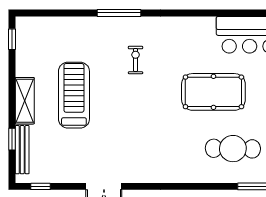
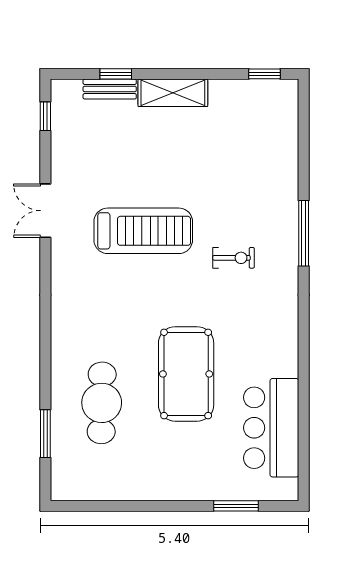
treadmill: (74, 95) -> (143, 231), moved
bench: (22, 150) -> (110, 89), width x0.73

